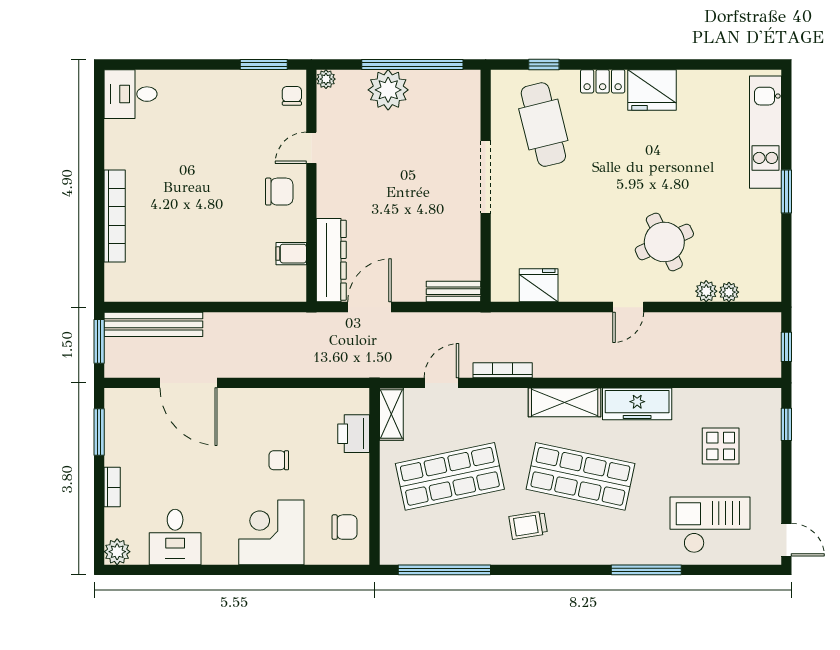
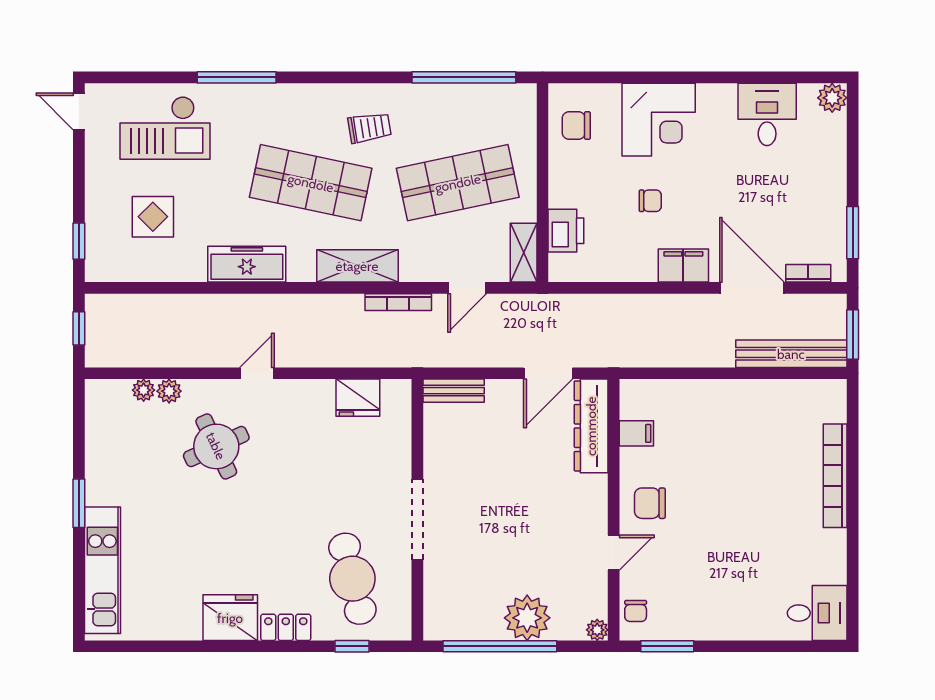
shelving: (565, 402) -> (357, 266), moved
filing cabinet: (249, 403) -> (683, 266), added
bookcase: (112, 487) -> (808, 273), moved, turned 90

